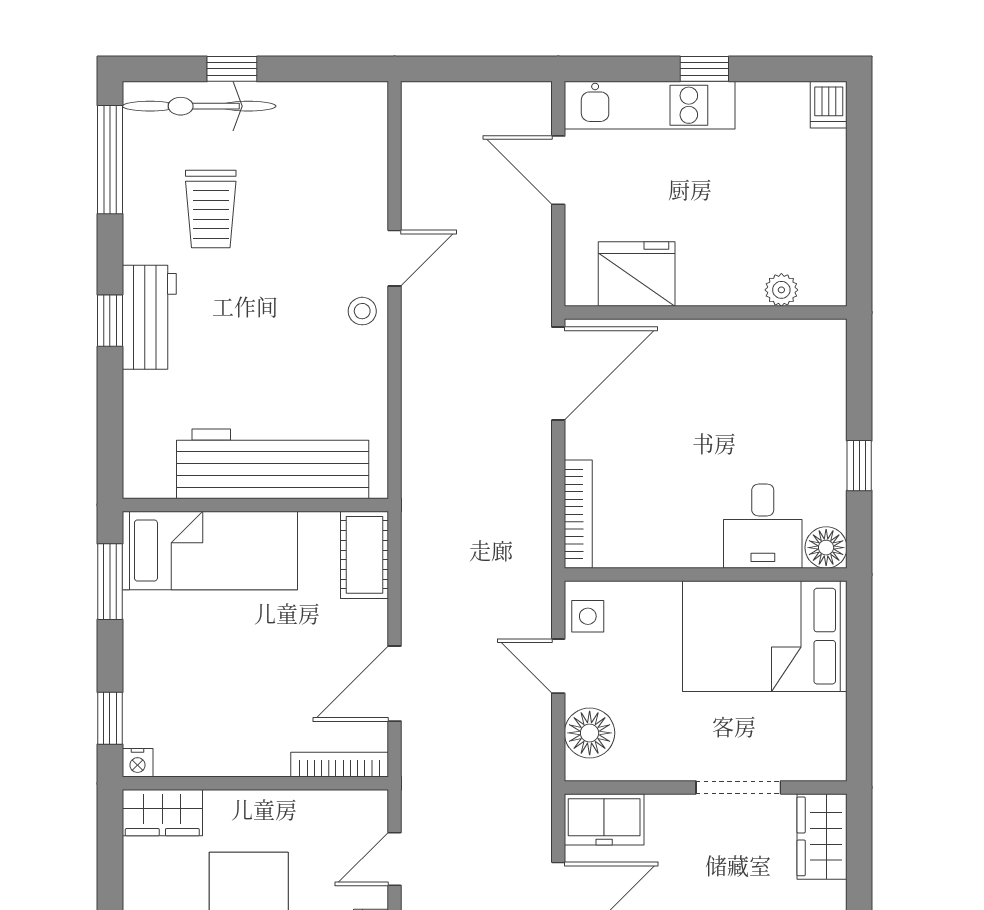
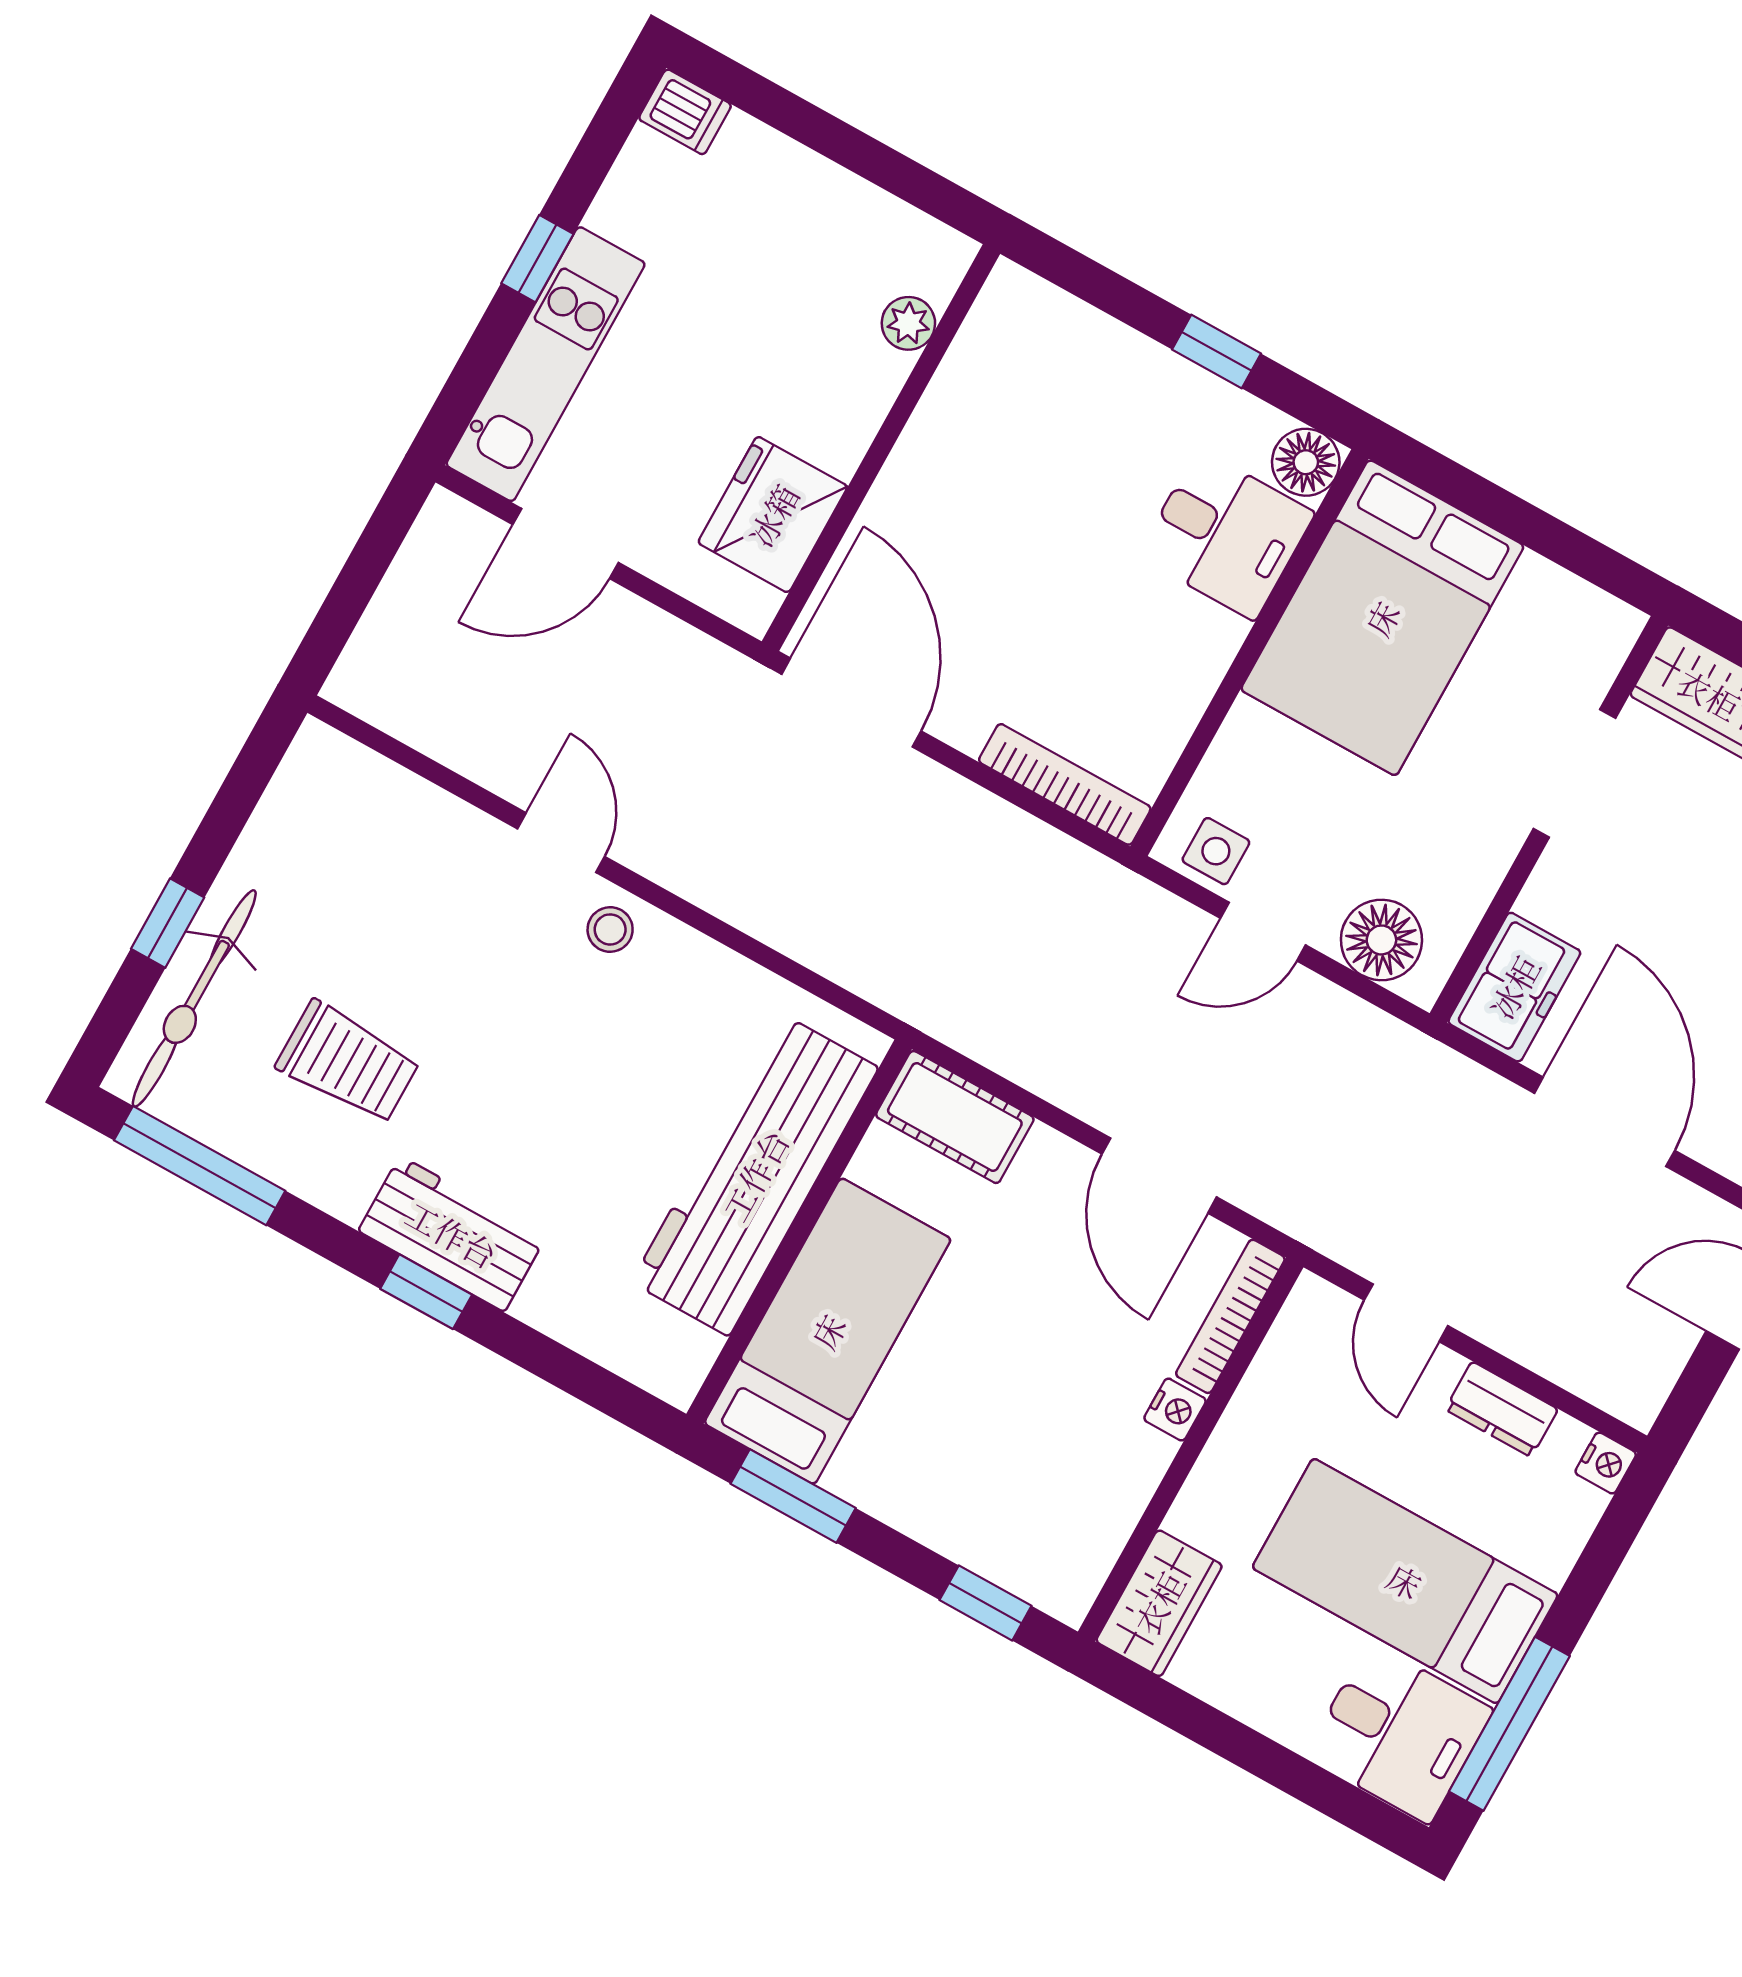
nightstand: (138, 763) -> (1175, 1410), moved

